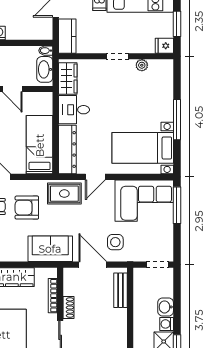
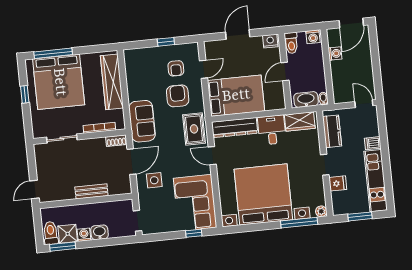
kitchen counter: (67, 36) -> (332, 131), moved, turned -90
fridge: (164, 46) -> (338, 183), moved, turned 90
plant: (142, 65) -> (321, 211), moved
window: (177, 120) -> (299, 223), moved
bed: (40, 145) -> (236, 96), width x1.50
bed with nightstands: (143, 148) -> (263, 194), width x1.85
window: (177, 205) -> (194, 233), width x0.46
bench: (120, 290) -> (91, 191), moved
shoe rack: (69, 308) -> (116, 141), moved

